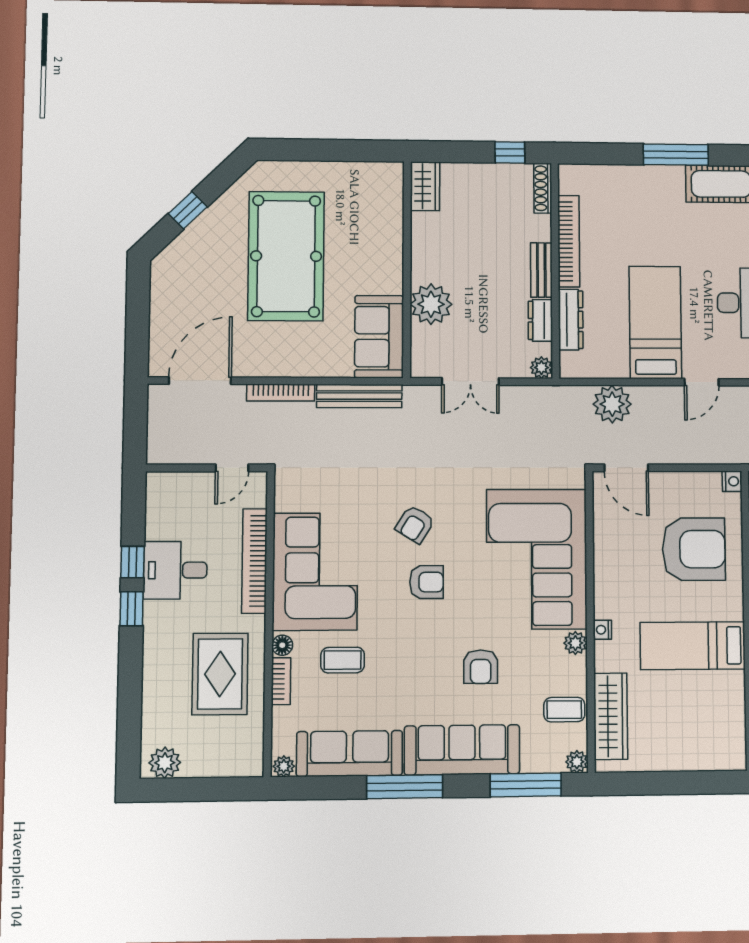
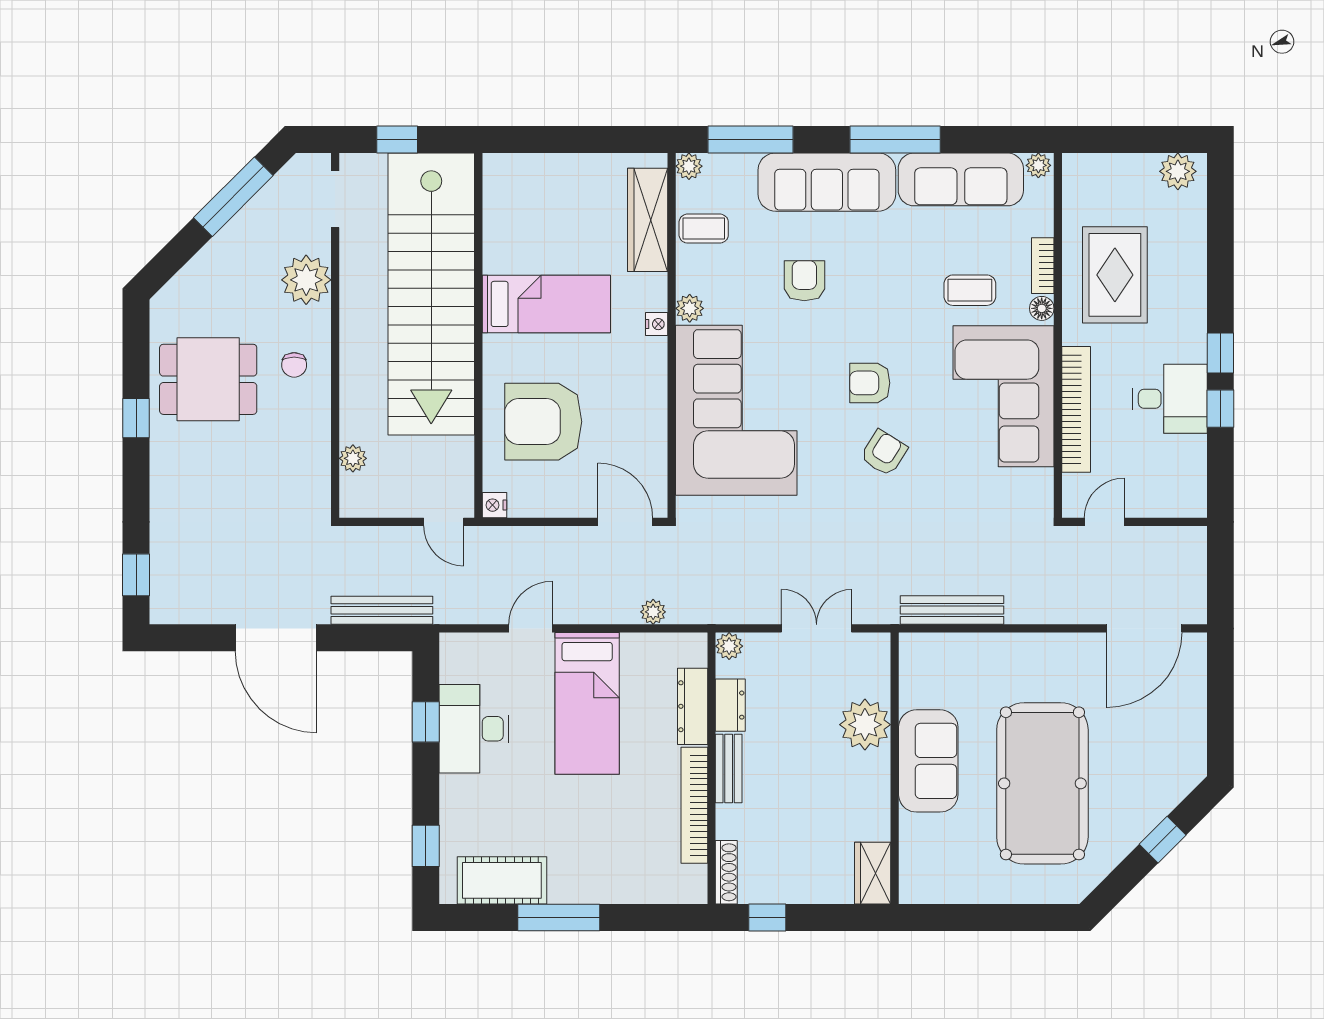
sofa: (379, 337) -> (928, 761), moved
bookcase: (281, 393) -> (1047, 614), removed
plant: (612, 404) -> (653, 612), width x0.53, depth x0.53

